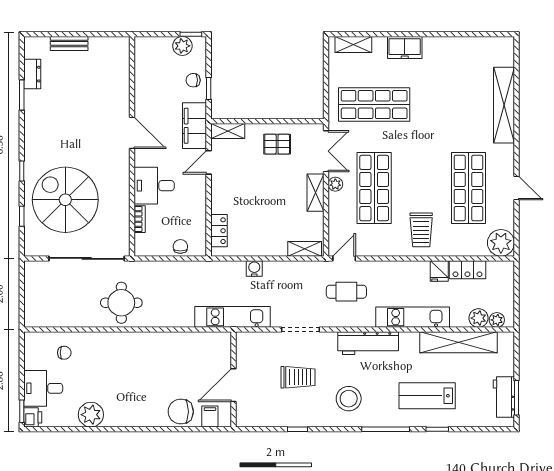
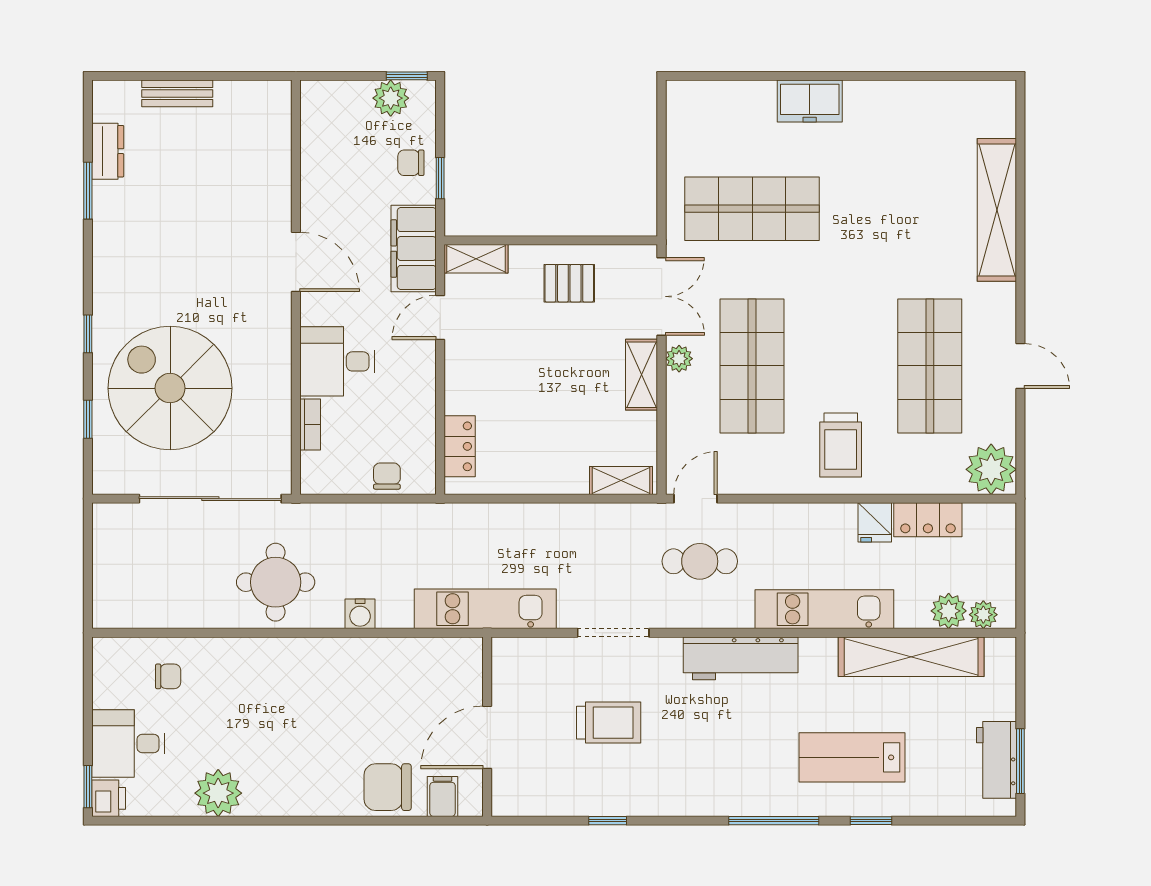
shelving: (353, 45) -> (713, 95), removed
water cooler: (254, 268) -> (360, 614), moved, turned 180
stool: (349, 399) -> (704, 763), removed

